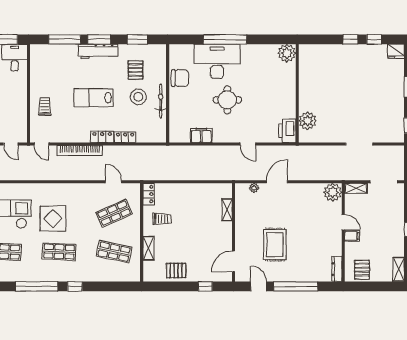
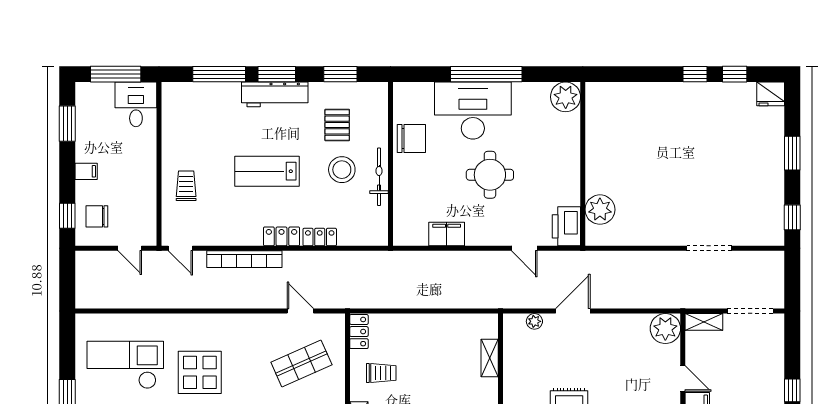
plant: (287, 53) -> (566, 97), moved
wall: (297, 93) -> (583, 164), moved
plant: (308, 121) -> (600, 210), moved
printer: (287, 131) -> (566, 226), moved

